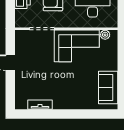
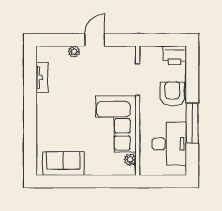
plant: (20, 79) -> (74, 52), added

